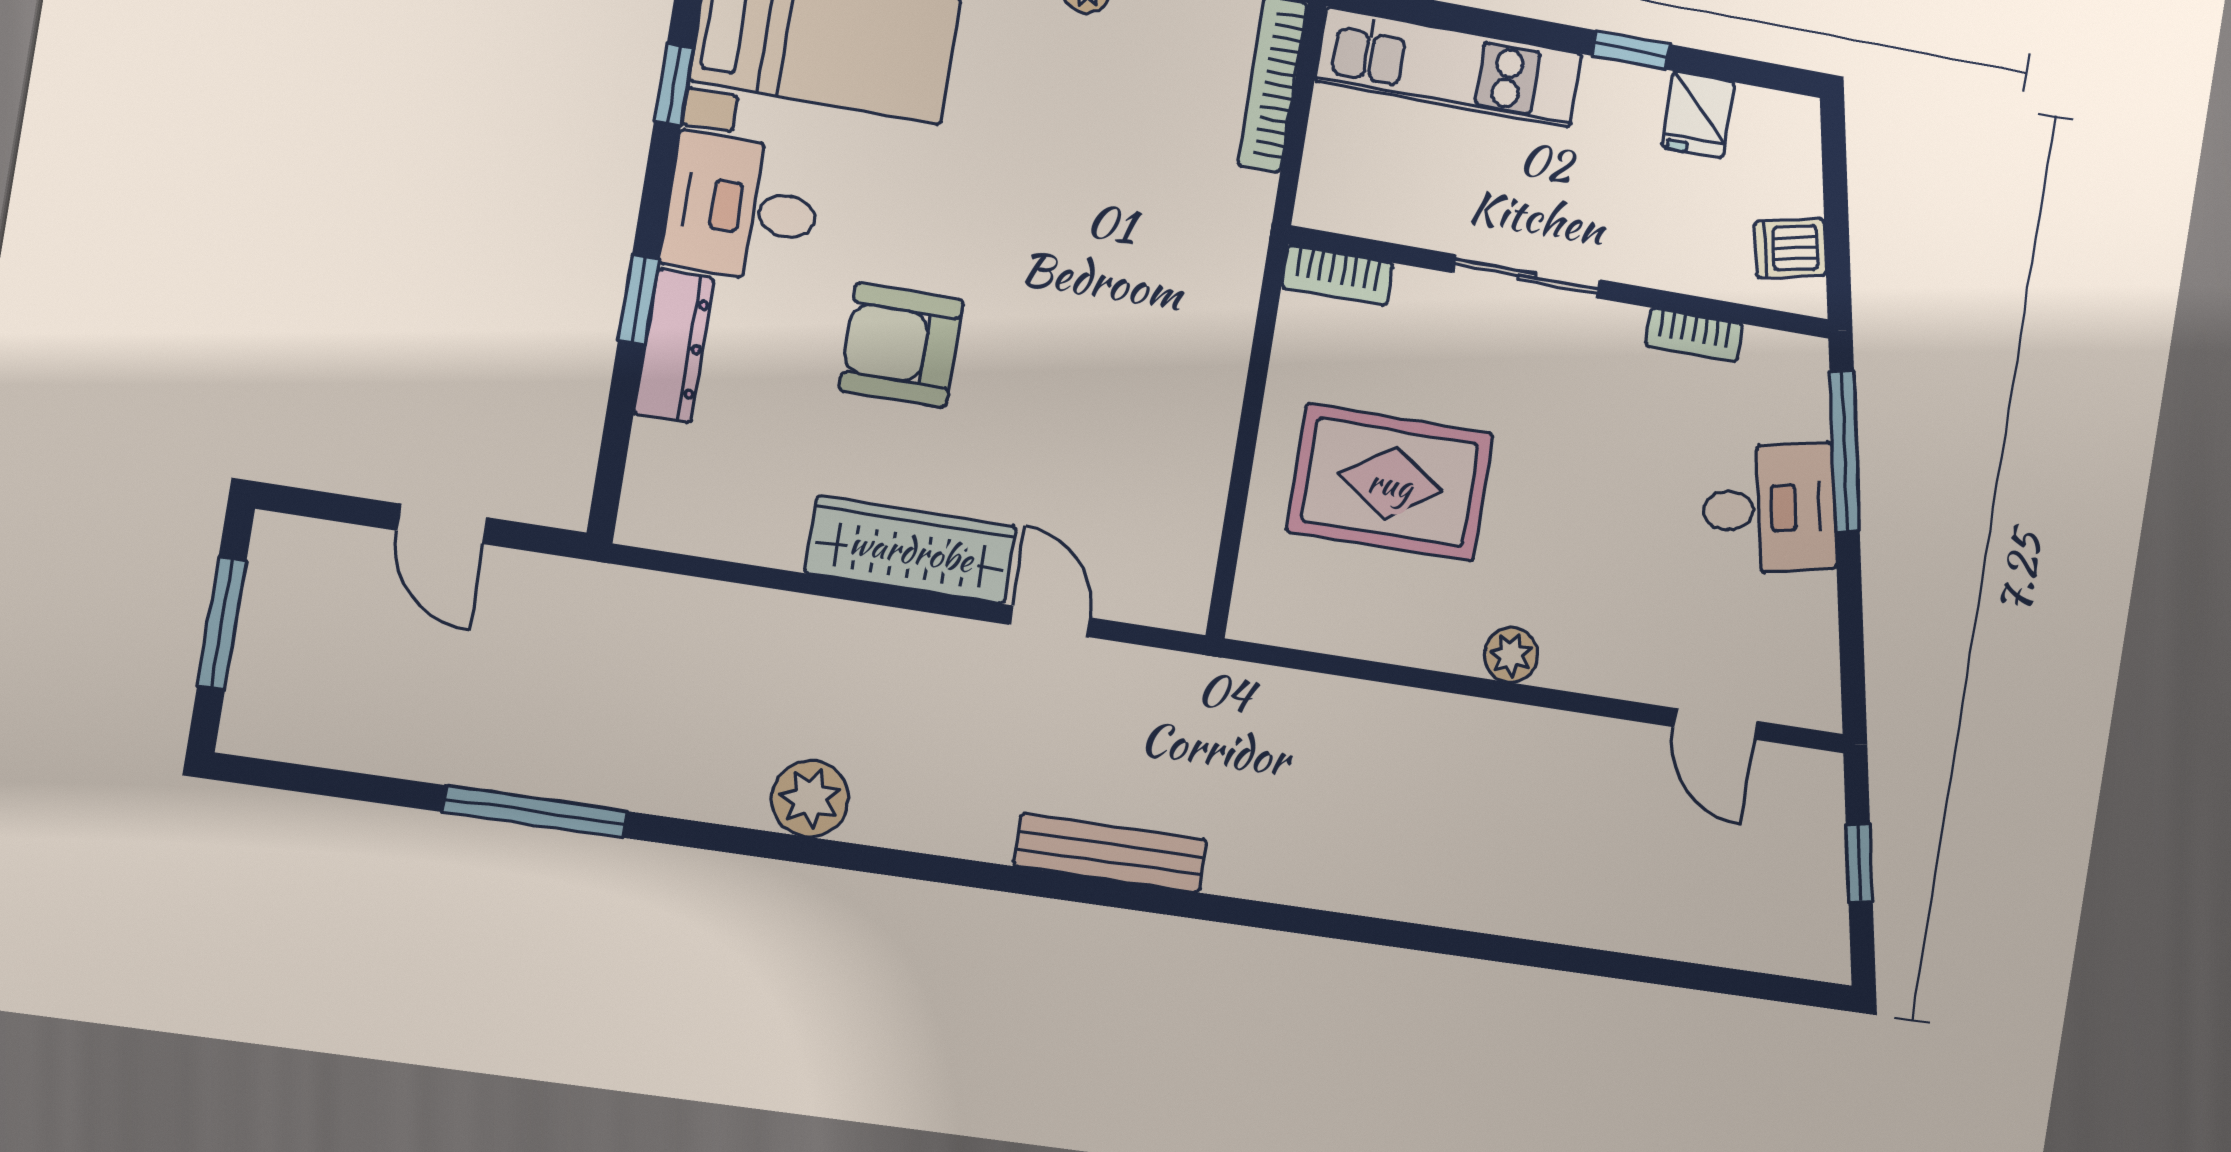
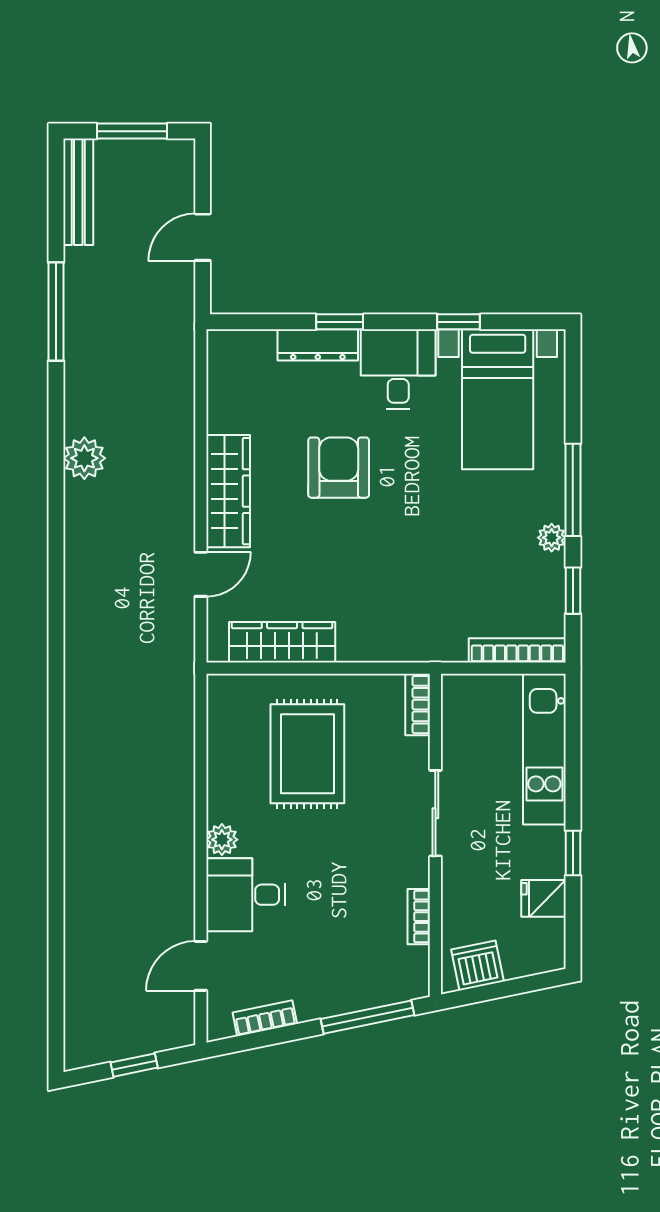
dishwasher: (1790, 248) -> (477, 965), width x1.38
wardrobe: (1192, 496) -> (282, 642), added
desk: (1769, 509) -> (246, 895), moved, turned 102
bookcase: (1819, 628) -> (265, 1018), added
bench: (1110, 853) -> (78, 192), moved

